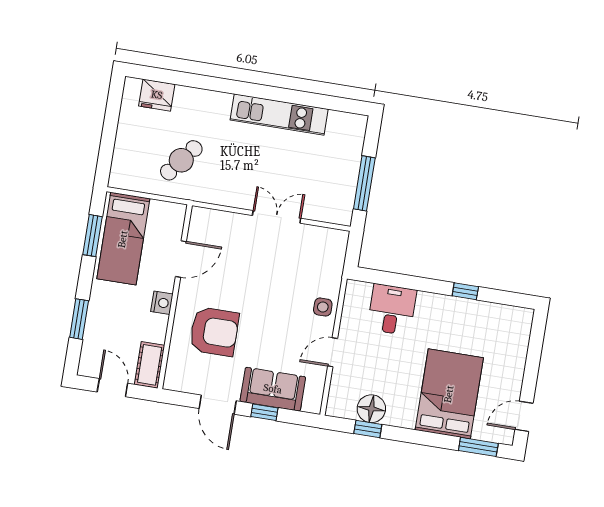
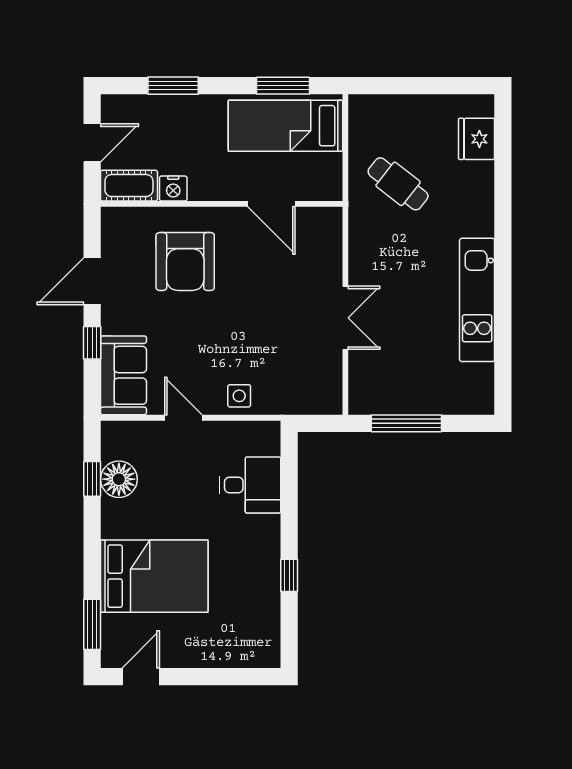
nightstand: (162, 303) -> (173, 188), moved
sofa: (273, 389) -> (123, 375), moved
door: (524, 416) -> (141, 677), hinge flipped

